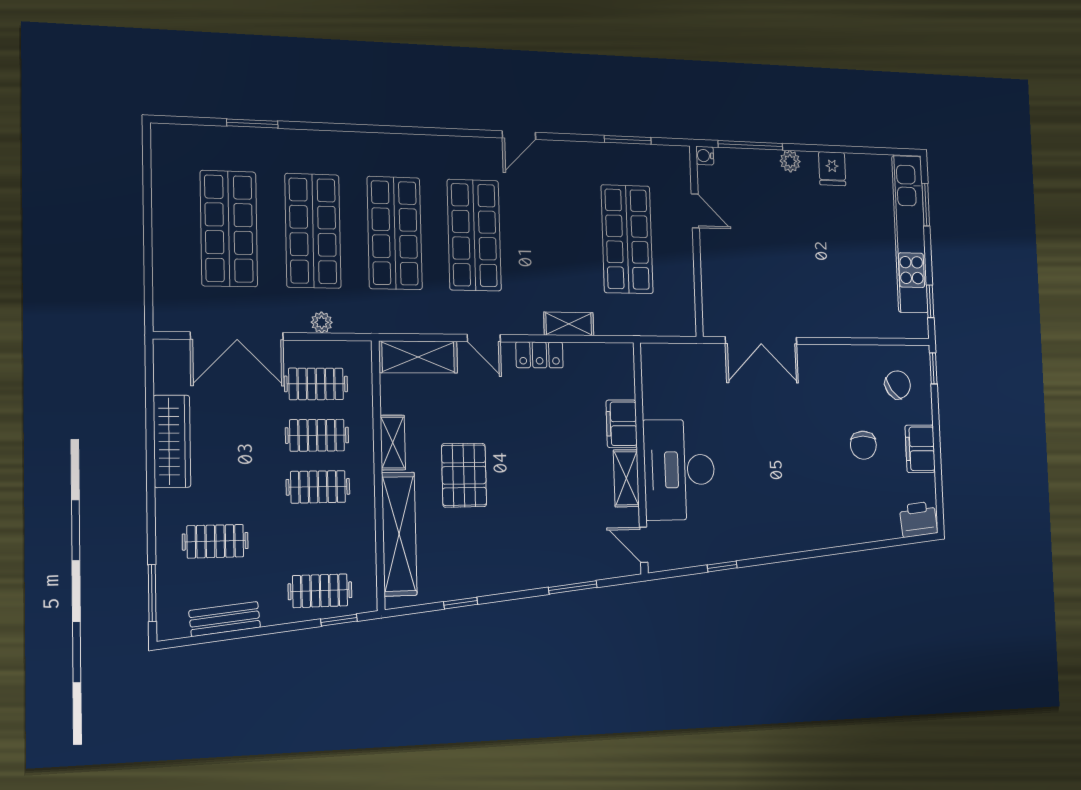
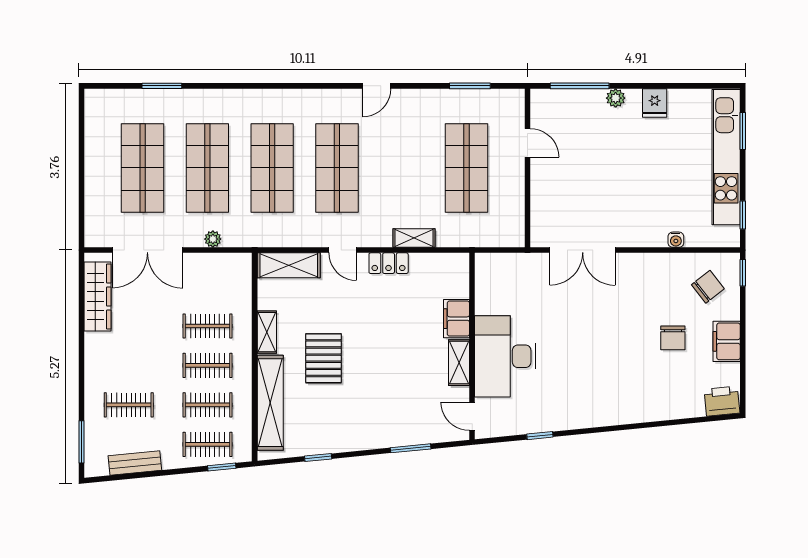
water cooler: (705, 156) -> (676, 240), moved, turned -90
clothes rail: (316, 384) -> (207, 405), moved
wardrobe: (172, 441) -> (98, 297), moved

